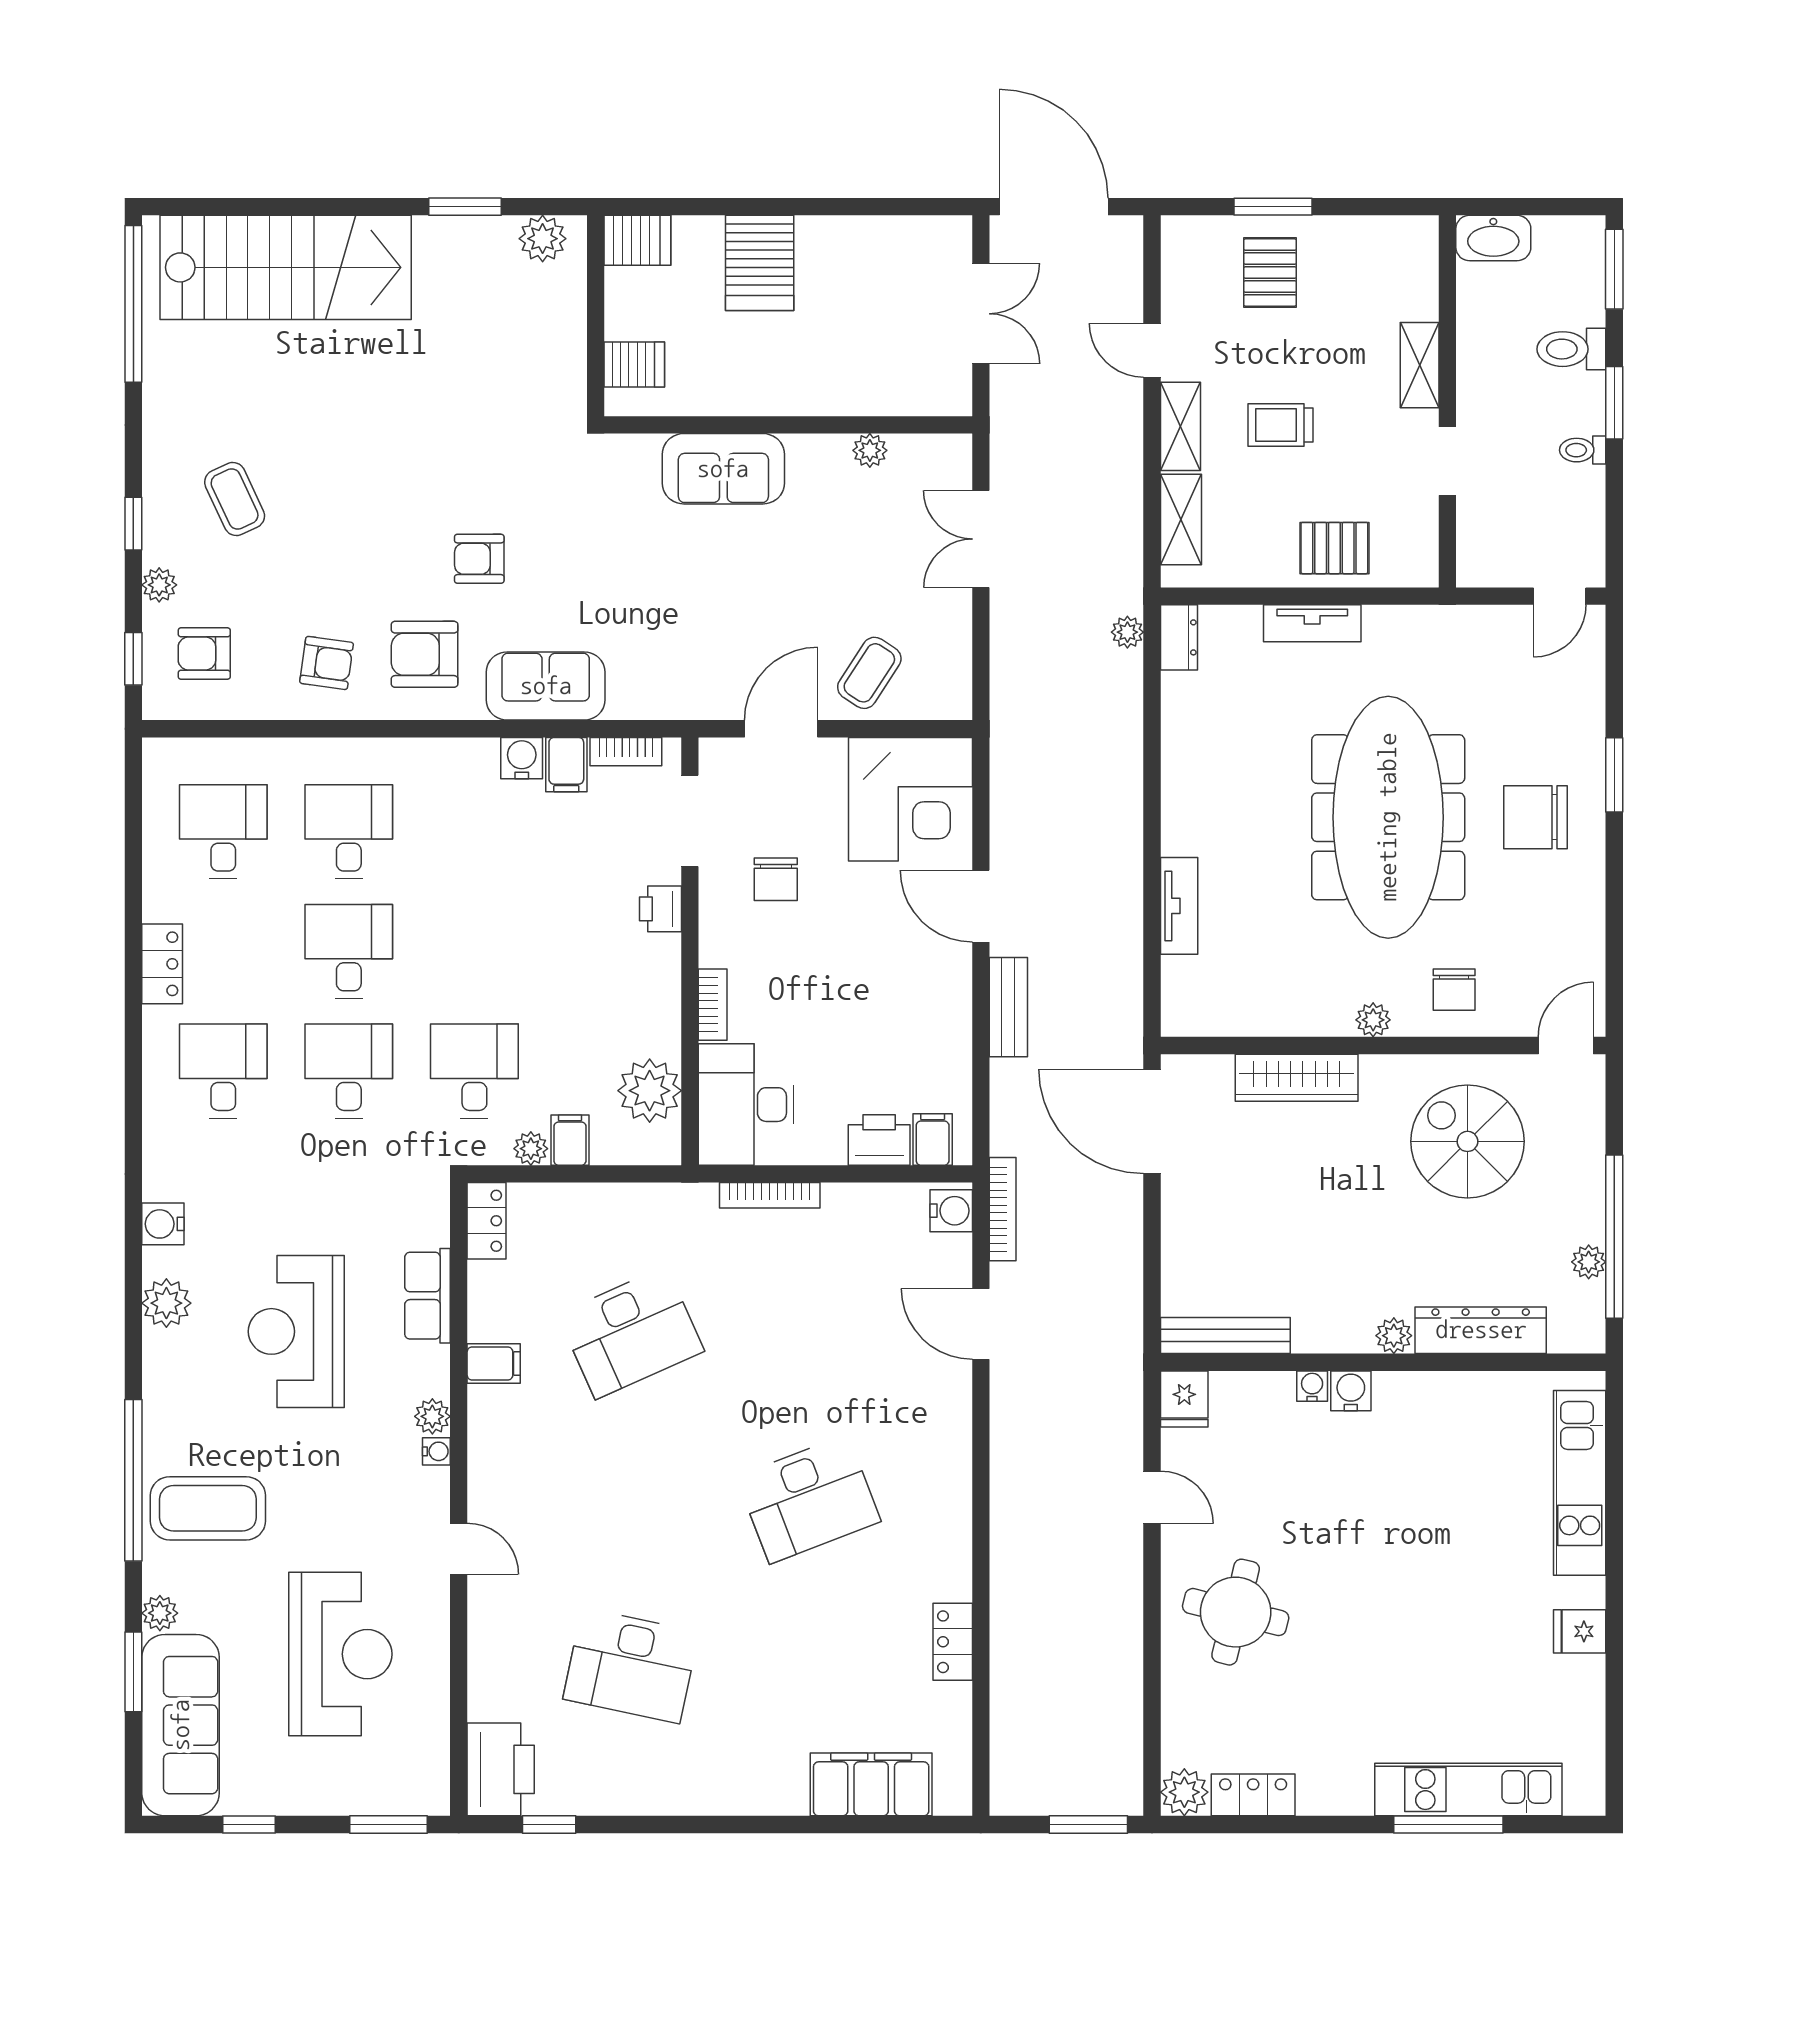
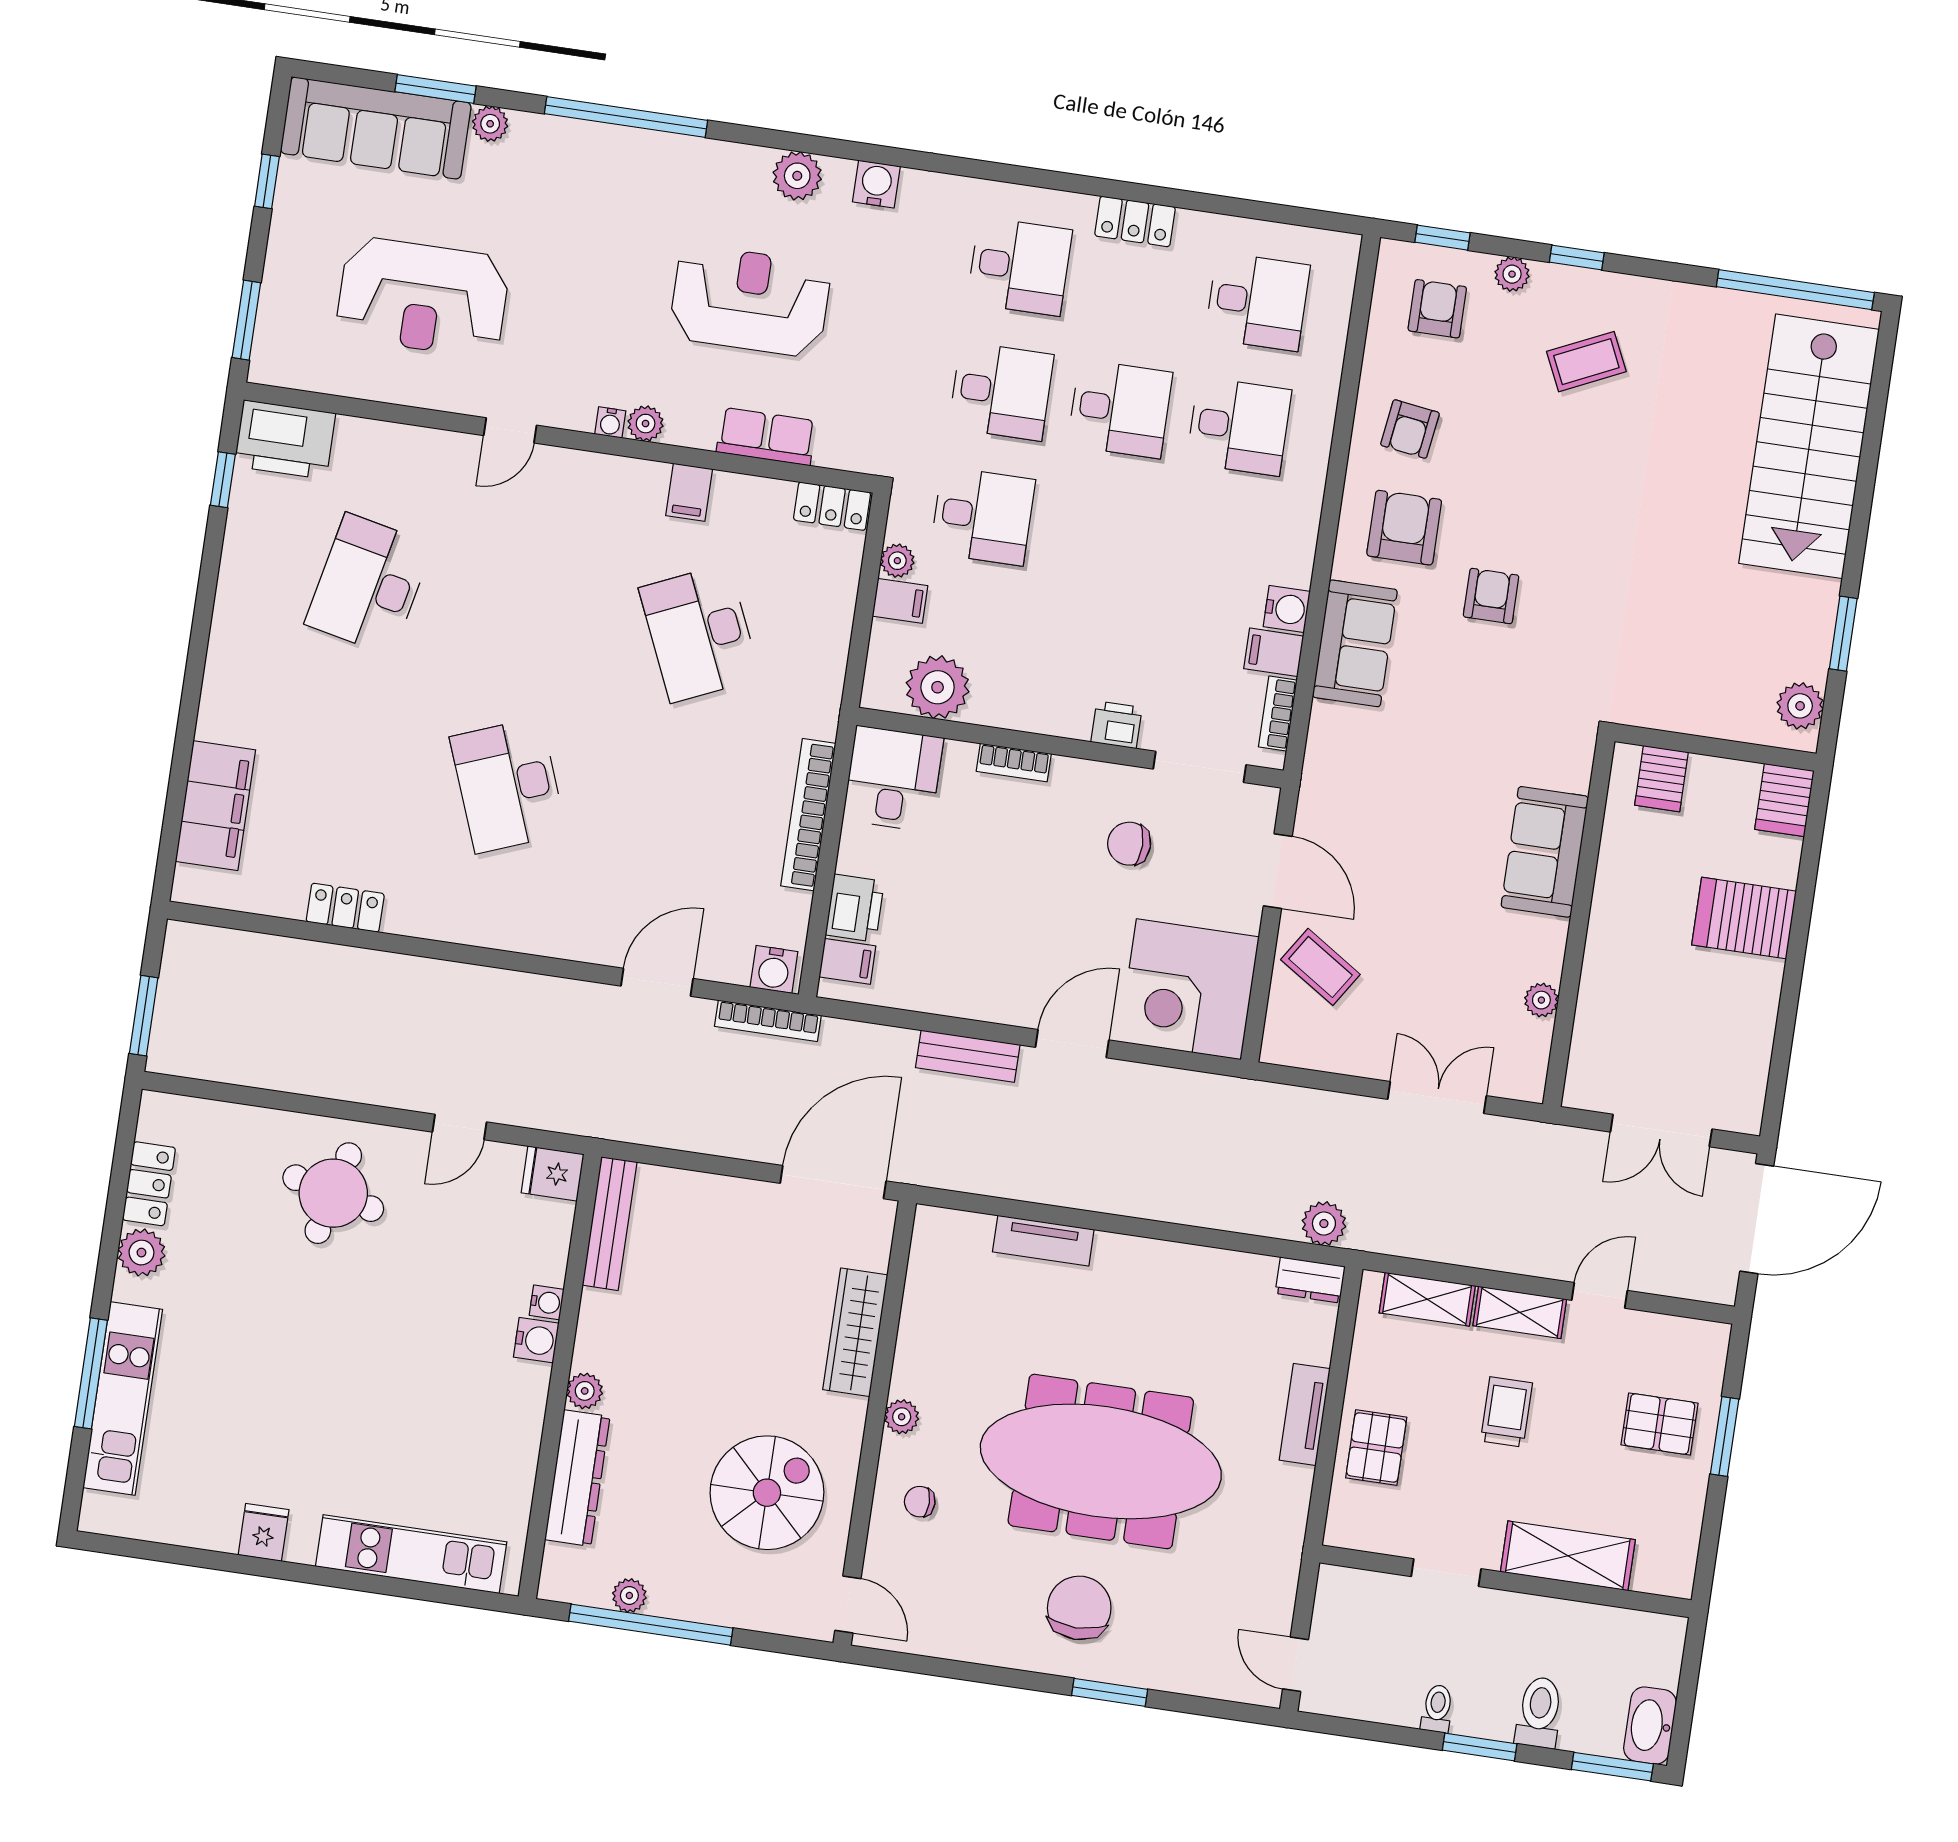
washbasin: (1493, 238) -> (1650, 1726), moved
shelving: (1420, 365) -> (1568, 1556), width x1.50, depth x1.33
plant: (1127, 632) -> (1324, 1224), width x1.38, depth x1.38
chair: (1454, 990) -> (920, 1502), width x0.73, depth x0.73
desk: (746, 1105) -> (893, 779), width x0.73
bookcase: (770, 1195) -> (808, 815), width x1.48, depth x1.31
coffee table: (208, 1508) -> (587, 187), removed
plant: (1184, 1792) -> (141, 1253), moved

